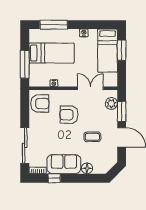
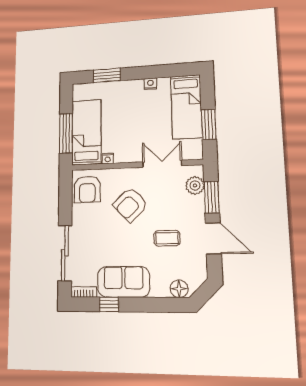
window: (54, 25) -> (107, 75), width x0.69
window: (122, 50) -> (209, 124), moved
bed: (52, 53) -> (86, 132), moved, turned -90
armchair: (40, 104) -> (87, 189), turned 90
armchair: (69, 115) -> (130, 205), turned -44
floor lamp: (87, 168) -> (179, 289), moved

